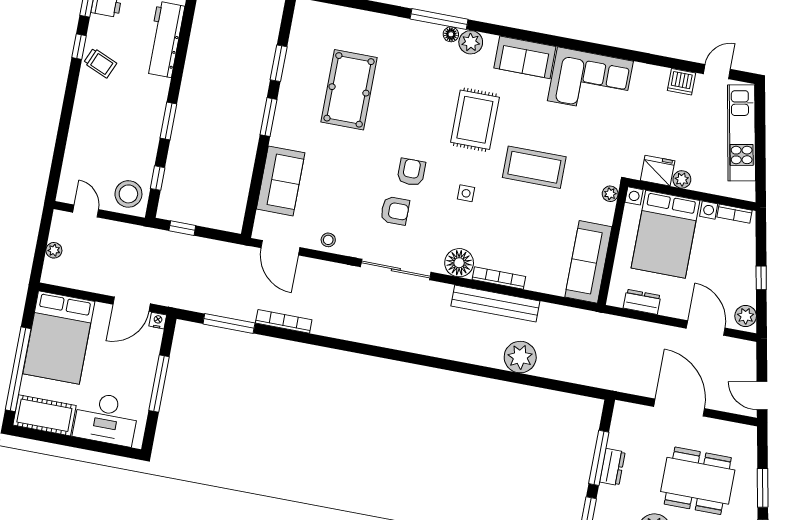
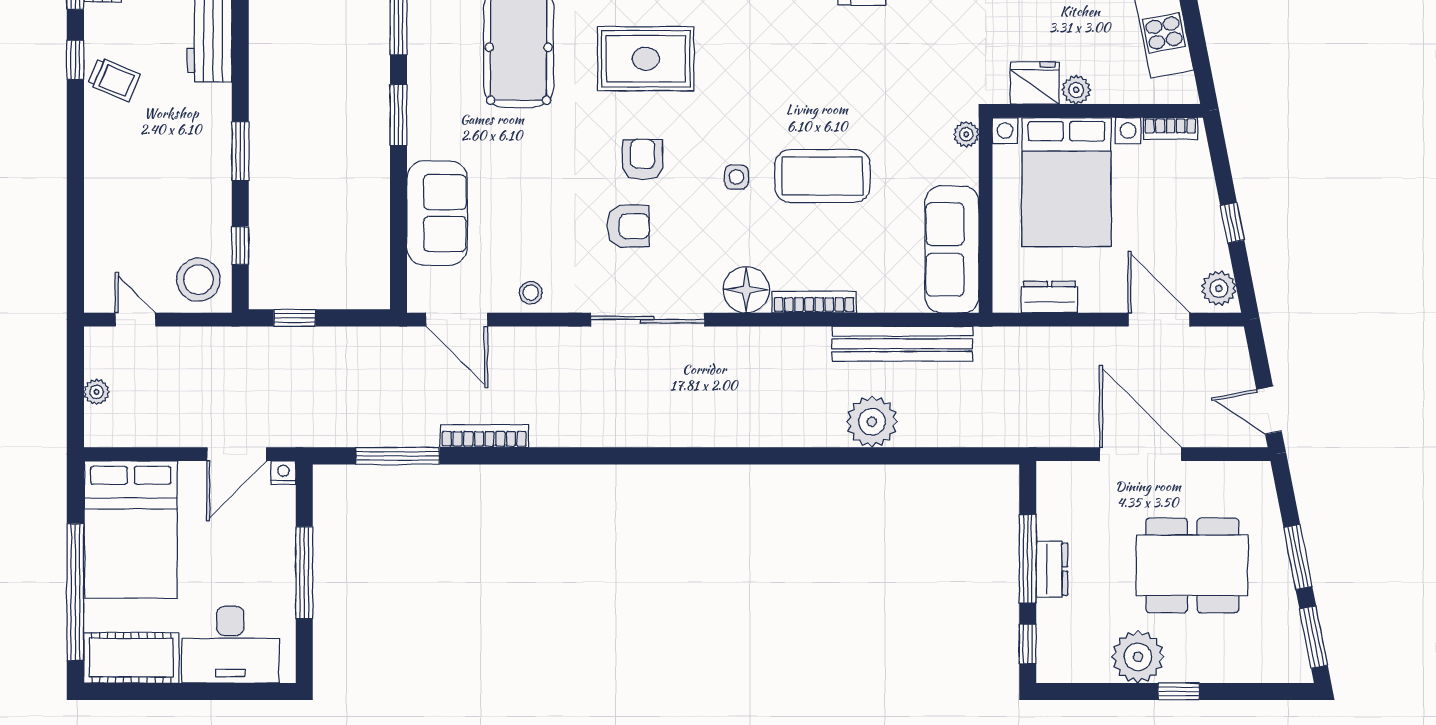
rug: (475, 120) -> (646, 59), moved, turned 90
coffee table: (534, 167) -> (822, 176), moved
bench: (495, 304) -> (902, 344), moved

